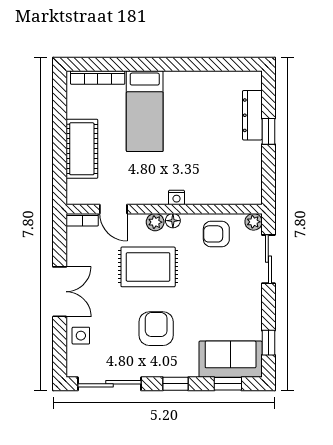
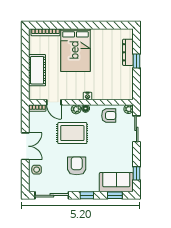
bed: (145, 111) -> (75, 50), width x1.50
armchair: (216, 234) -> (109, 116), turned 180

